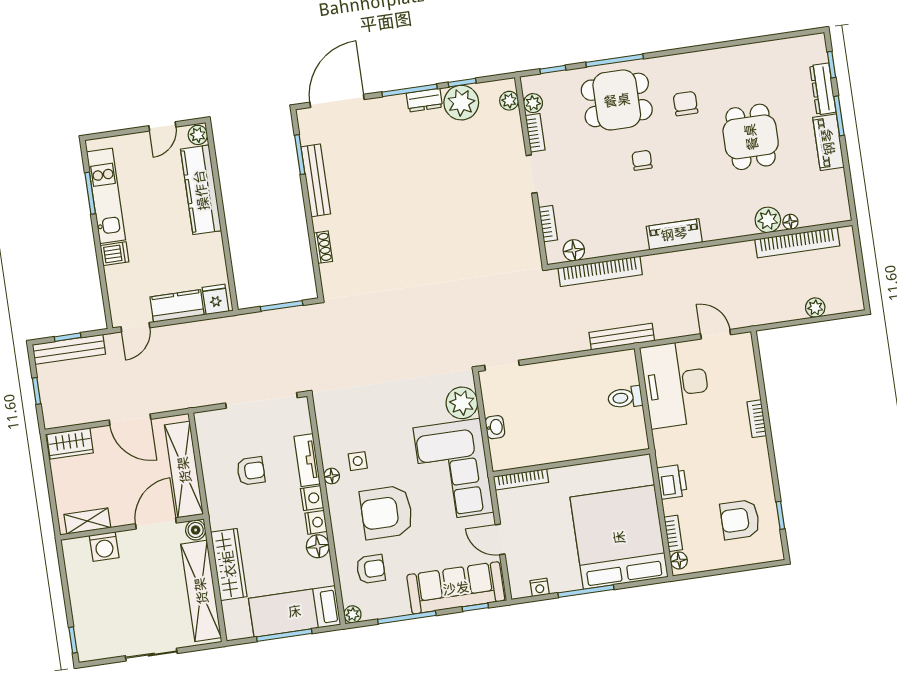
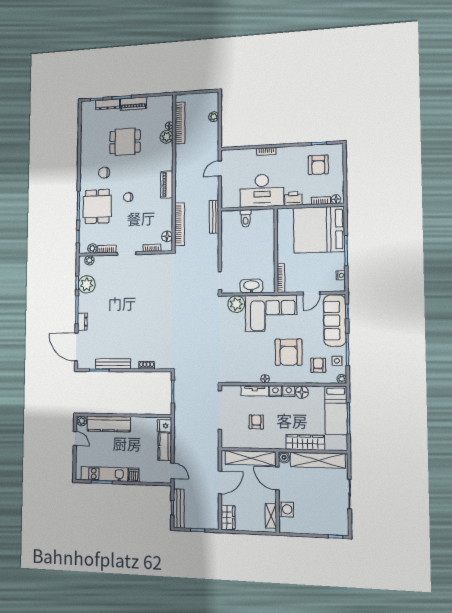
dresser: (424, 100) -> (82, 322), moved
desk: (676, 384) -> (262, 191), moved
washbasin: (495, 427) -> (251, 286), width x1.91, depth x1.45
side table: (358, 461) -> (337, 361), moved

